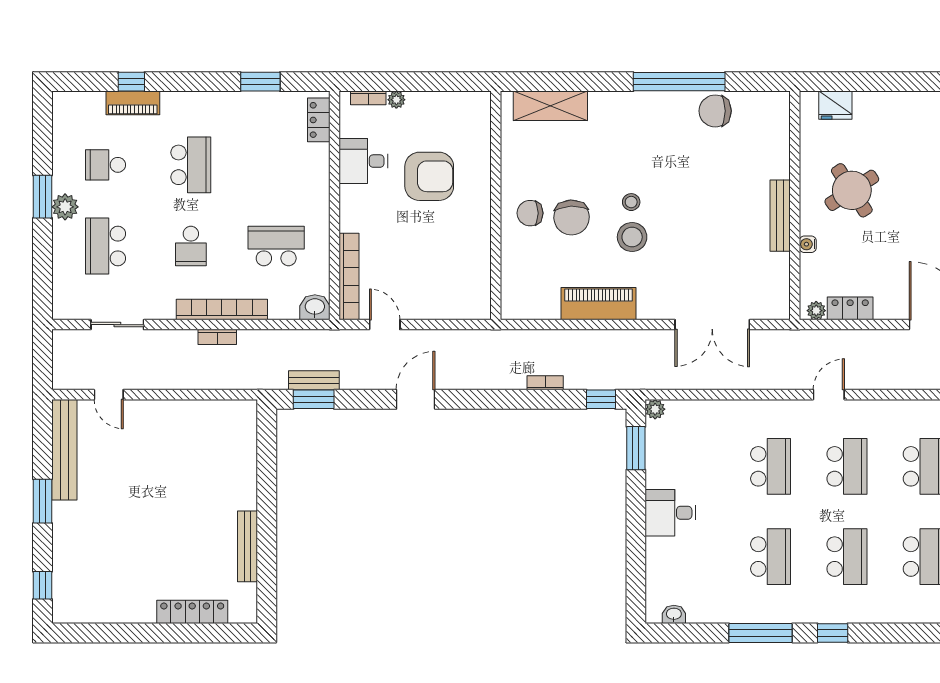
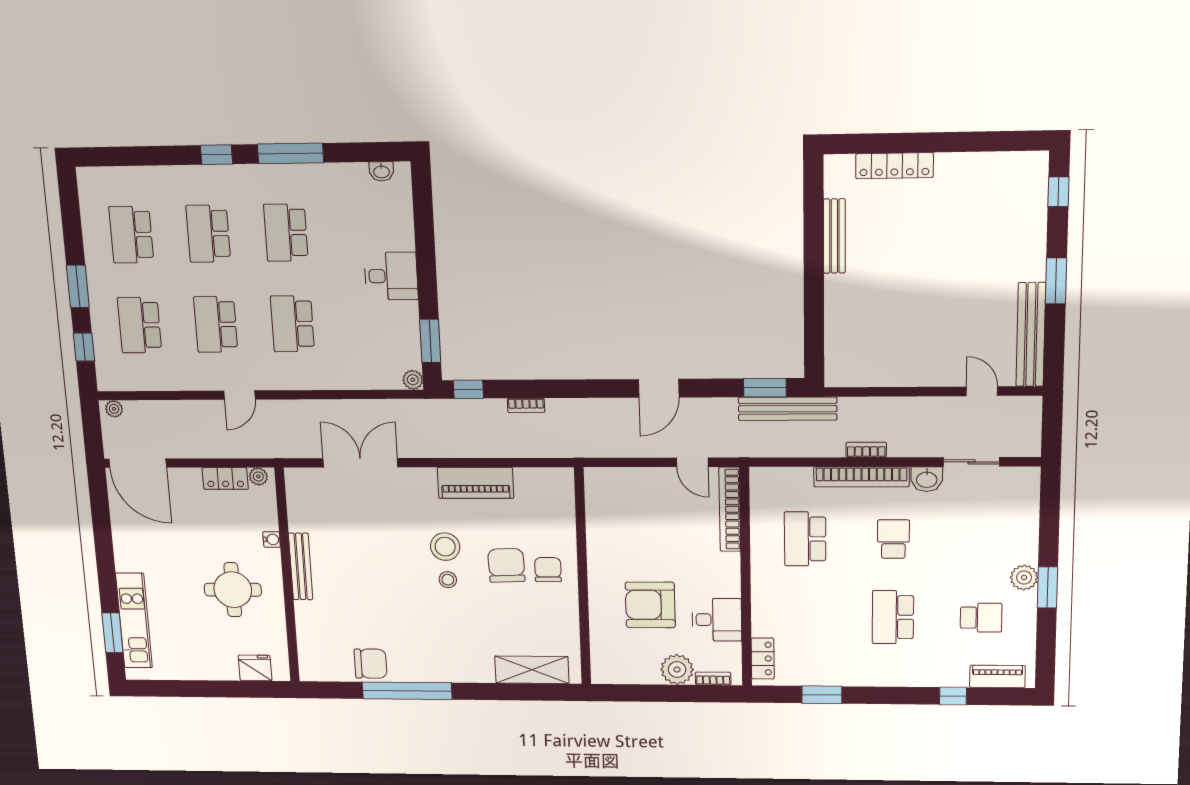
plant: (396, 100) -> (677, 670), width x1.87, depth x1.87
piano: (133, 103) -> (997, 676), moved
round table: (852, 190) -> (233, 590), turned 33
chair: (530, 213) -> (548, 570), turned -90
school desk: (106, 246) -> (983, 539), removed
school desk: (276, 246) -> (805, 539), turned 90
washbasin: (315, 307) -> (927, 479), moved
bench: (314, 380) -> (788, 409), width x1.86, depth x1.21

